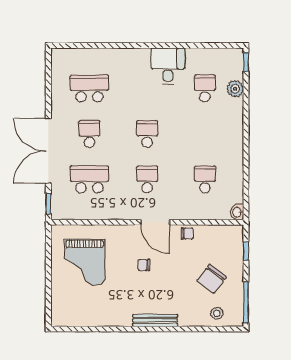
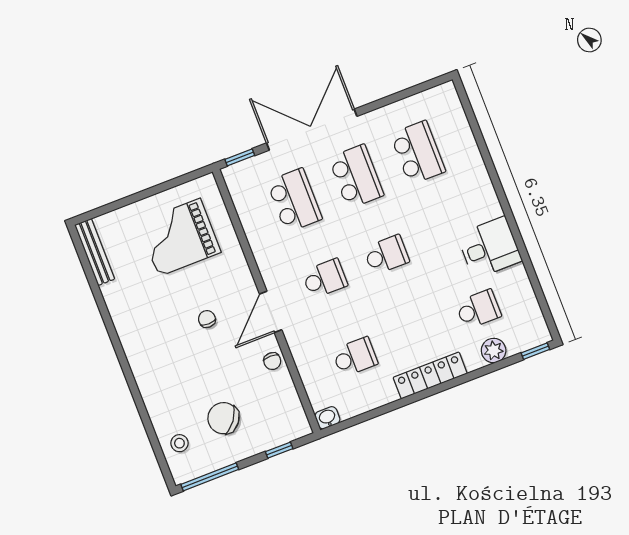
school desk: (89, 134) -> (356, 176), width x1.85
locker: (235, 136) -> (430, 376), added
bench: (155, 320) -> (95, 252), moved

